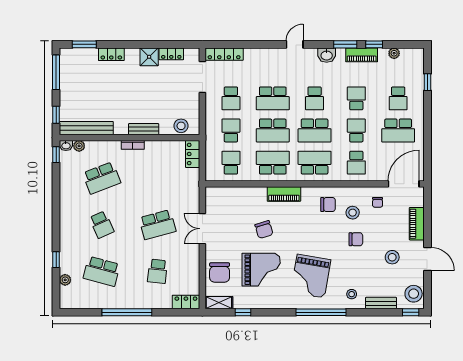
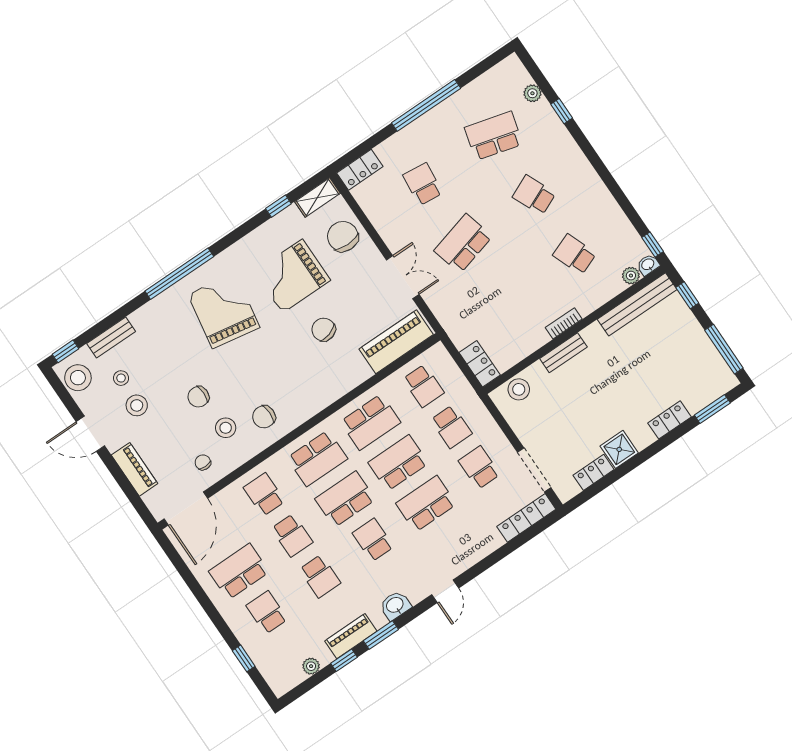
school desk: (102, 178) -> (575, 254), width x0.54
piano: (284, 194) -> (396, 342), moved, width x1.37, depth x1.33
stool: (352, 294) -> (121, 378), moved

